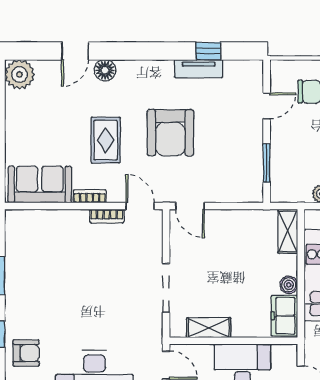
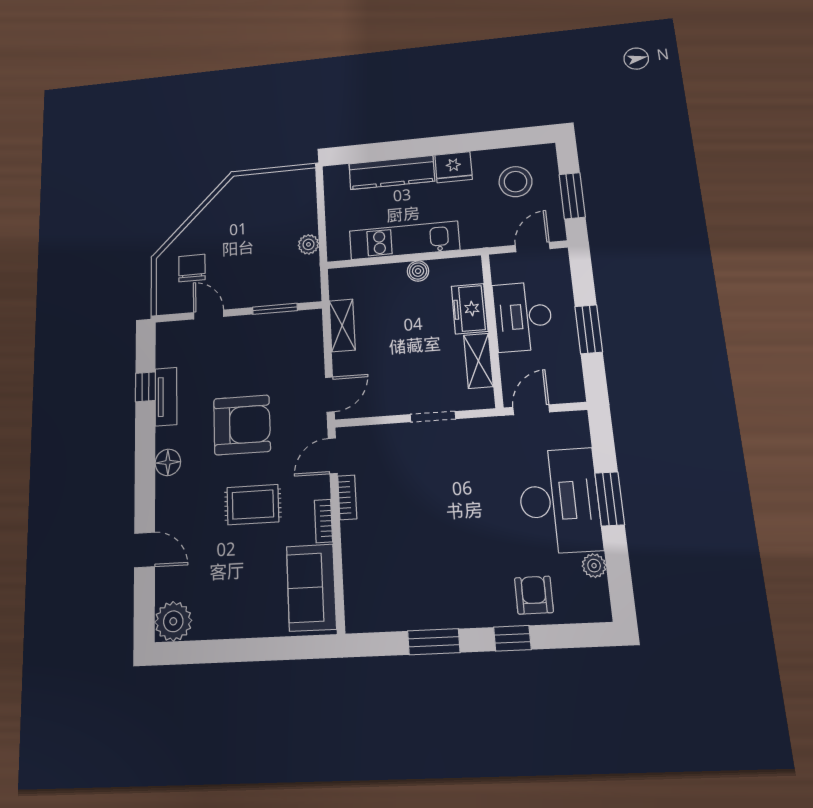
floor lamp: (105, 70) -> (168, 462), moved
shelving: (288, 231) -> (342, 325), moved, turned 90
doorway: (166, 288) -> (433, 417), width x0.73
freezer: (284, 316) -> (470, 309), moved, turned 90

